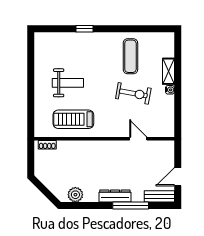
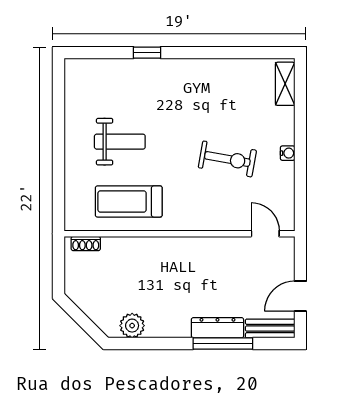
exercise mat: (130, 56) -> (223, 98), removed
shelving: (168, 71) -> (285, 84), moved
door: (138, 139) -> (265, 234), moved
dresser: (115, 196) -> (217, 328), moved

